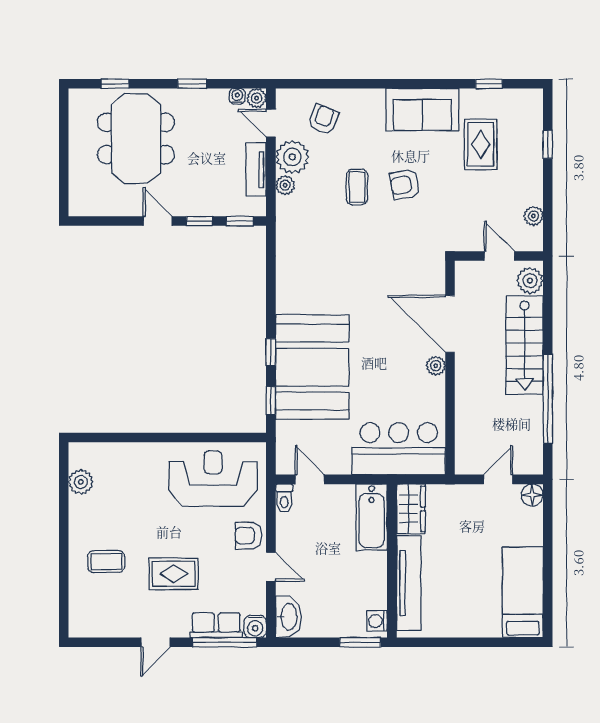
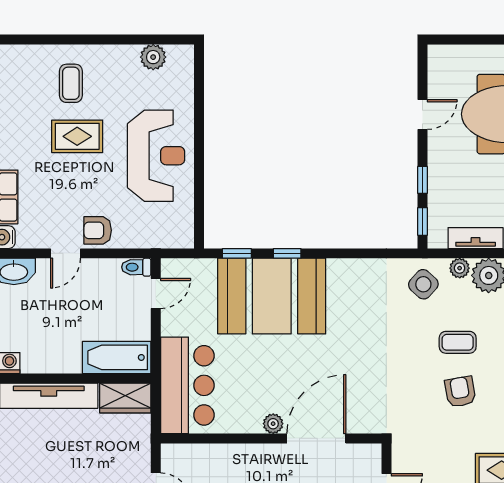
side table: (301, 220) -> (423, 284), added
door: (158, 221) -> (423, 115), moved
reception desk: (213, 478) -> (156, 156), moved
armchair: (249, 536) -> (98, 230), turned -90
rug: (174, 574) -> (77, 136), moved, turned 90

